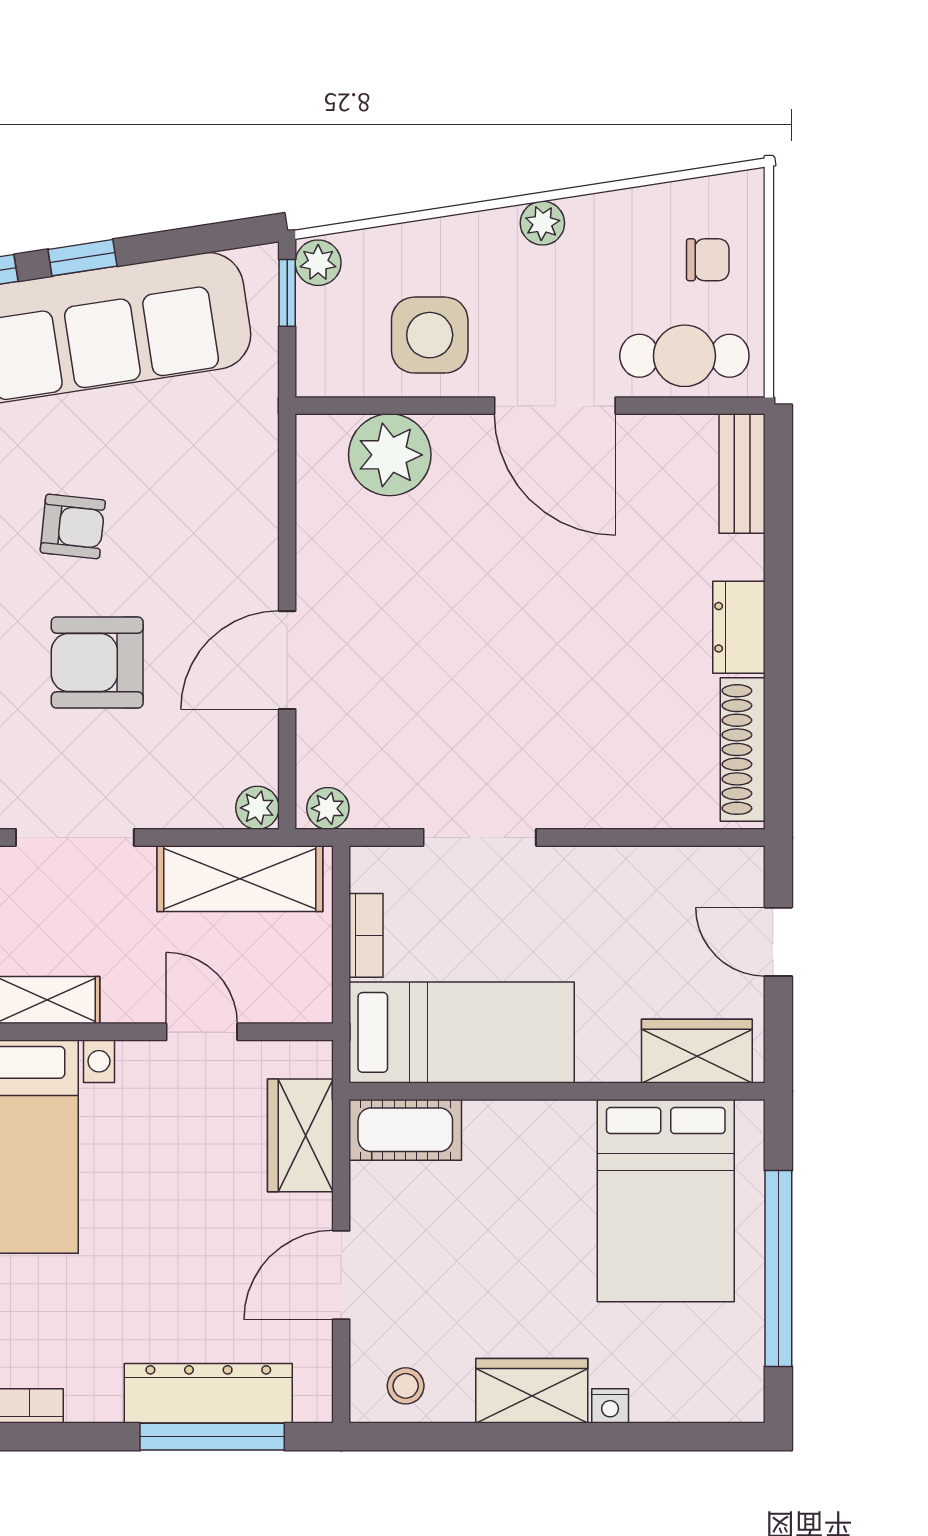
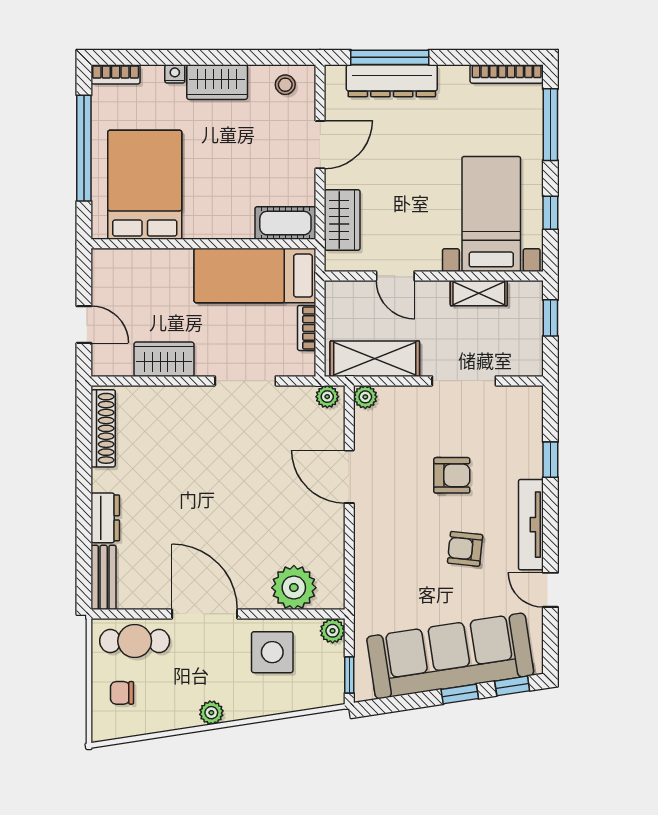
plant: (318, 263) -> (333, 631), moved
dresser: (739, 627) -> (105, 518), moved
door: (287, 660) -> (349, 477), swing flipped
armchair: (97, 662) -> (452, 475), width x0.72, depth x0.72
wardrobe: (697, 1051) -> (164, 359), moved, turned 180
bookcase: (720, 1405) -> (116, 74), added

